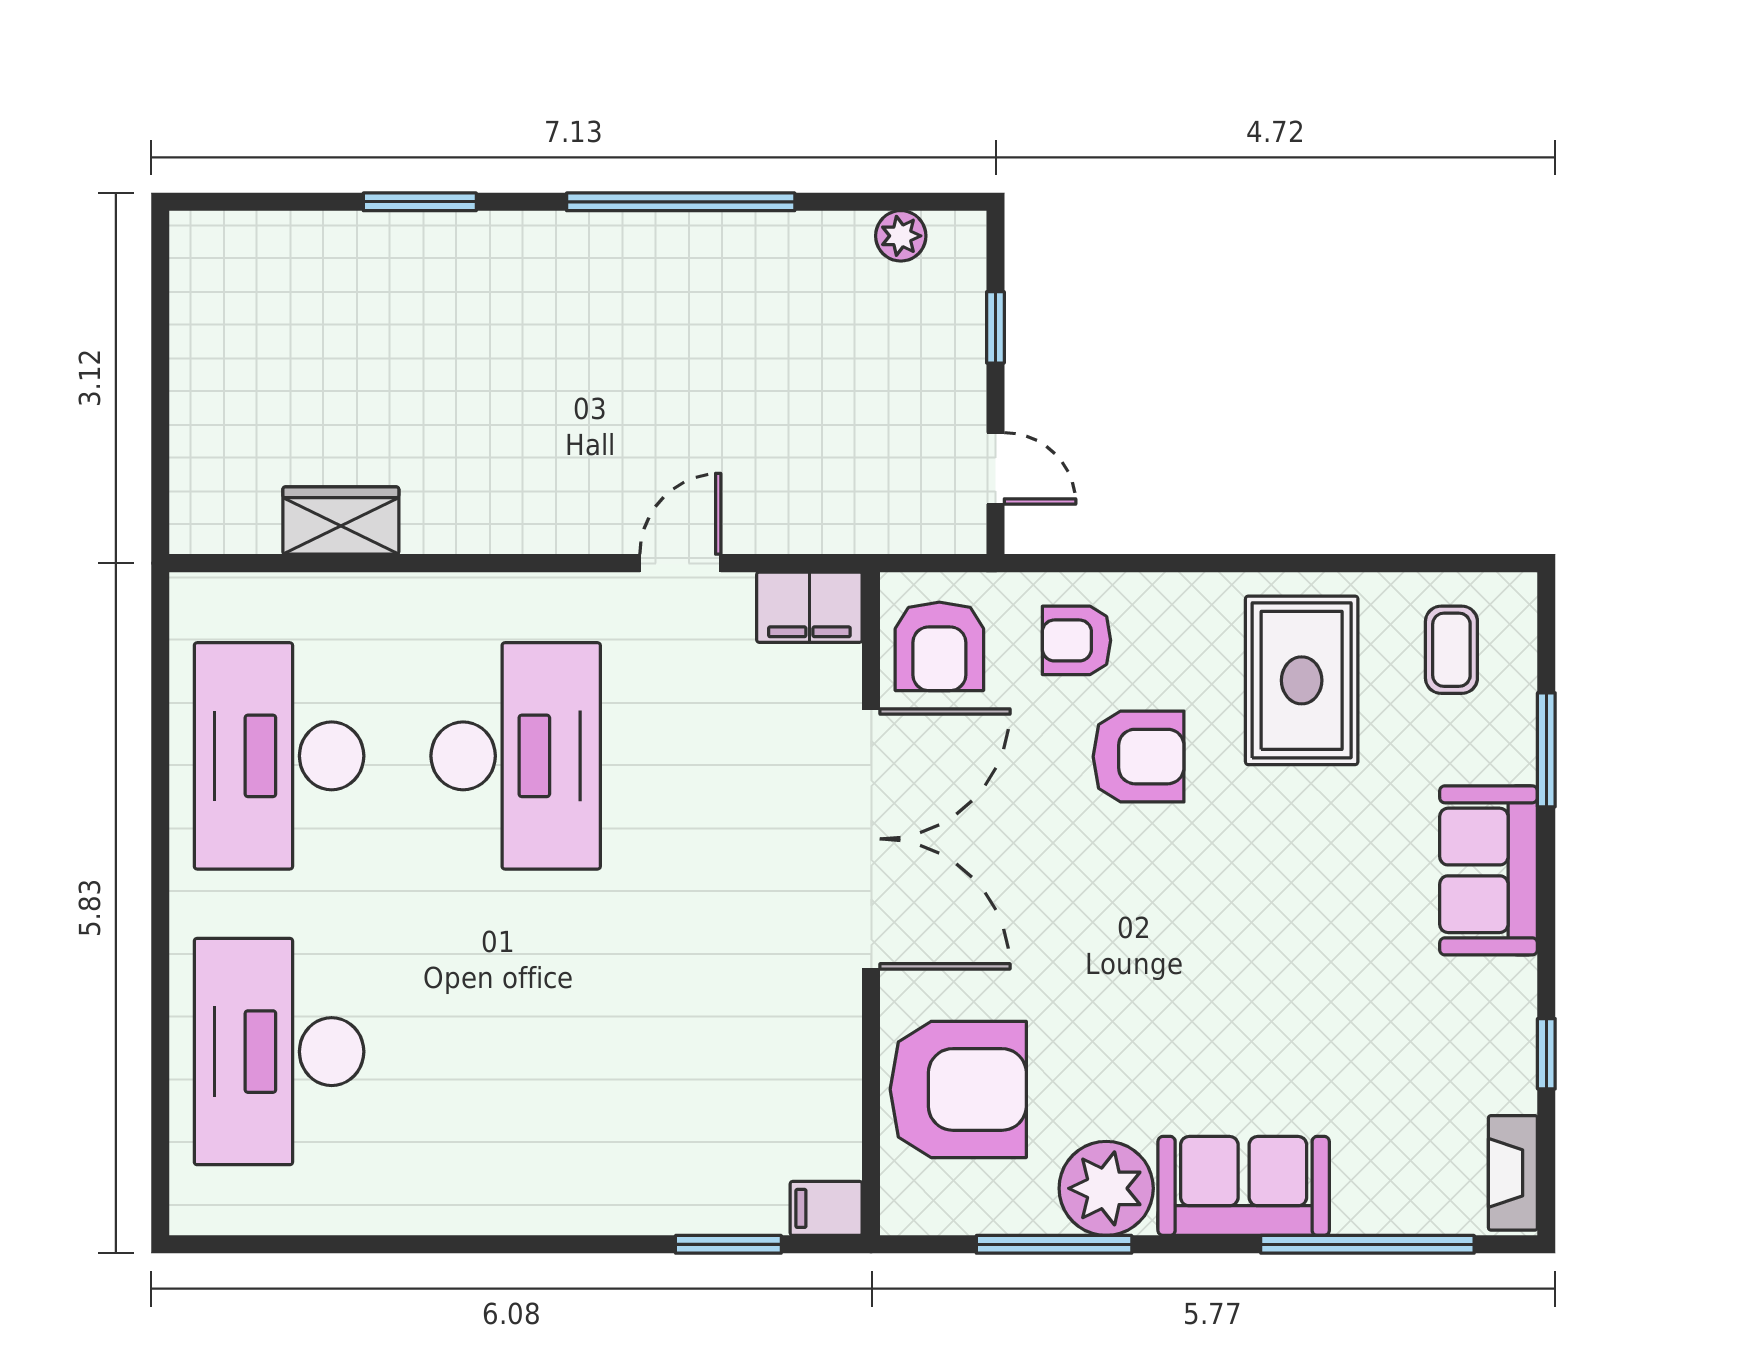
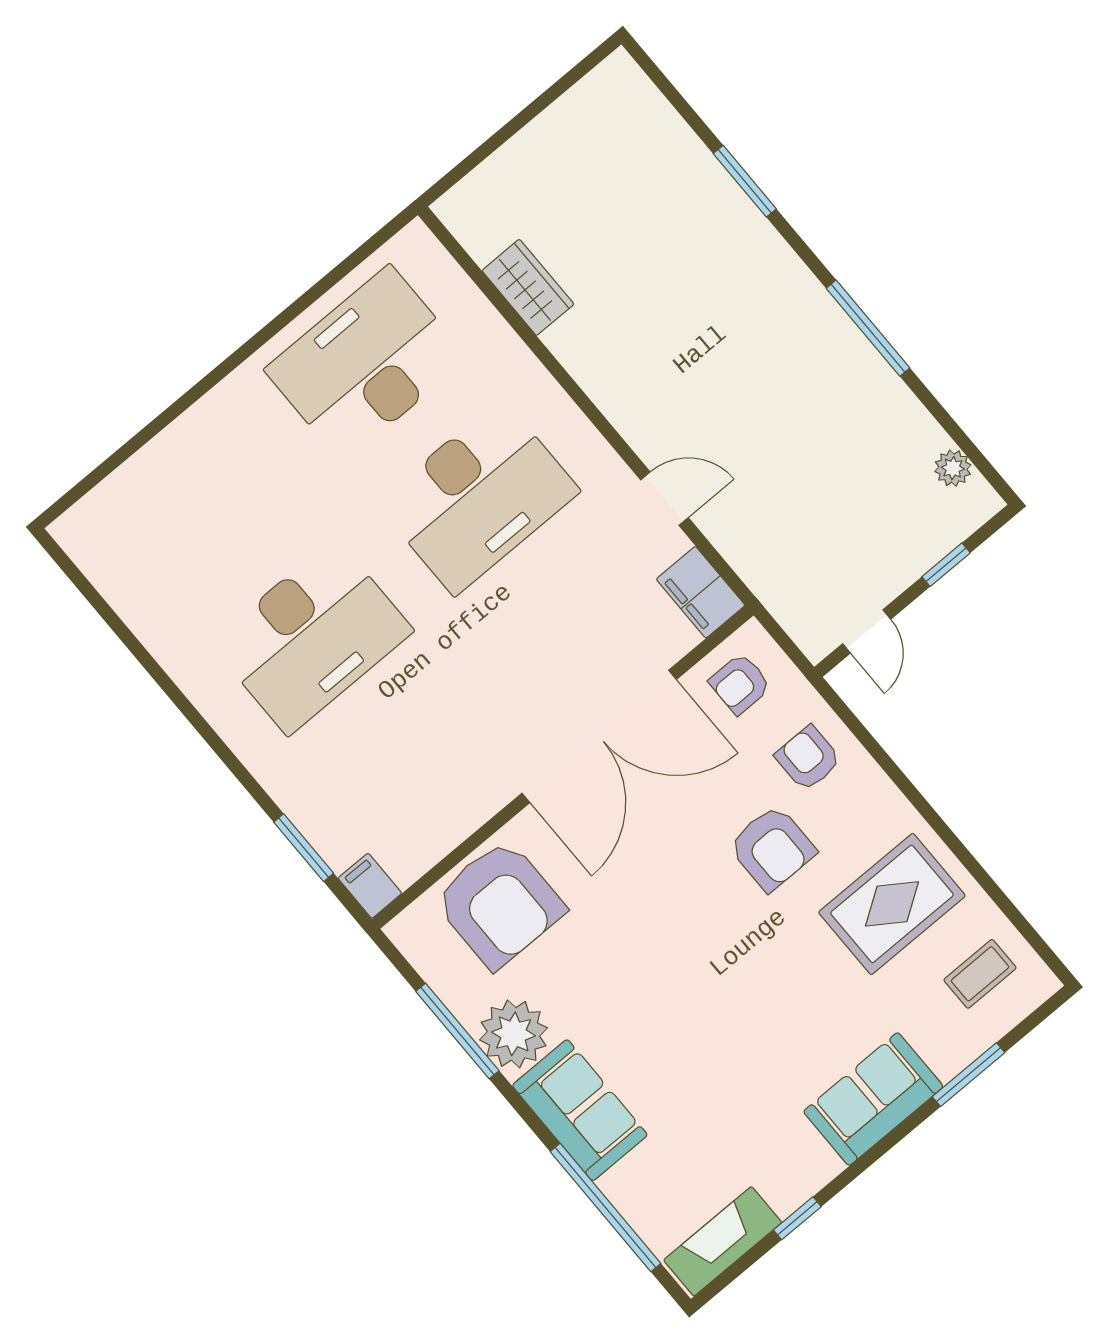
window: (681, 202) -> (868, 328), width x0.68
armchair: (939, 646) -> (740, 684), width x0.72, depth x0.72
desk: (279, 1052) -> (312, 637), moved, turned 180
fireplace: (1513, 1173) -> (723, 1241), width x1.37, depth x1.32

